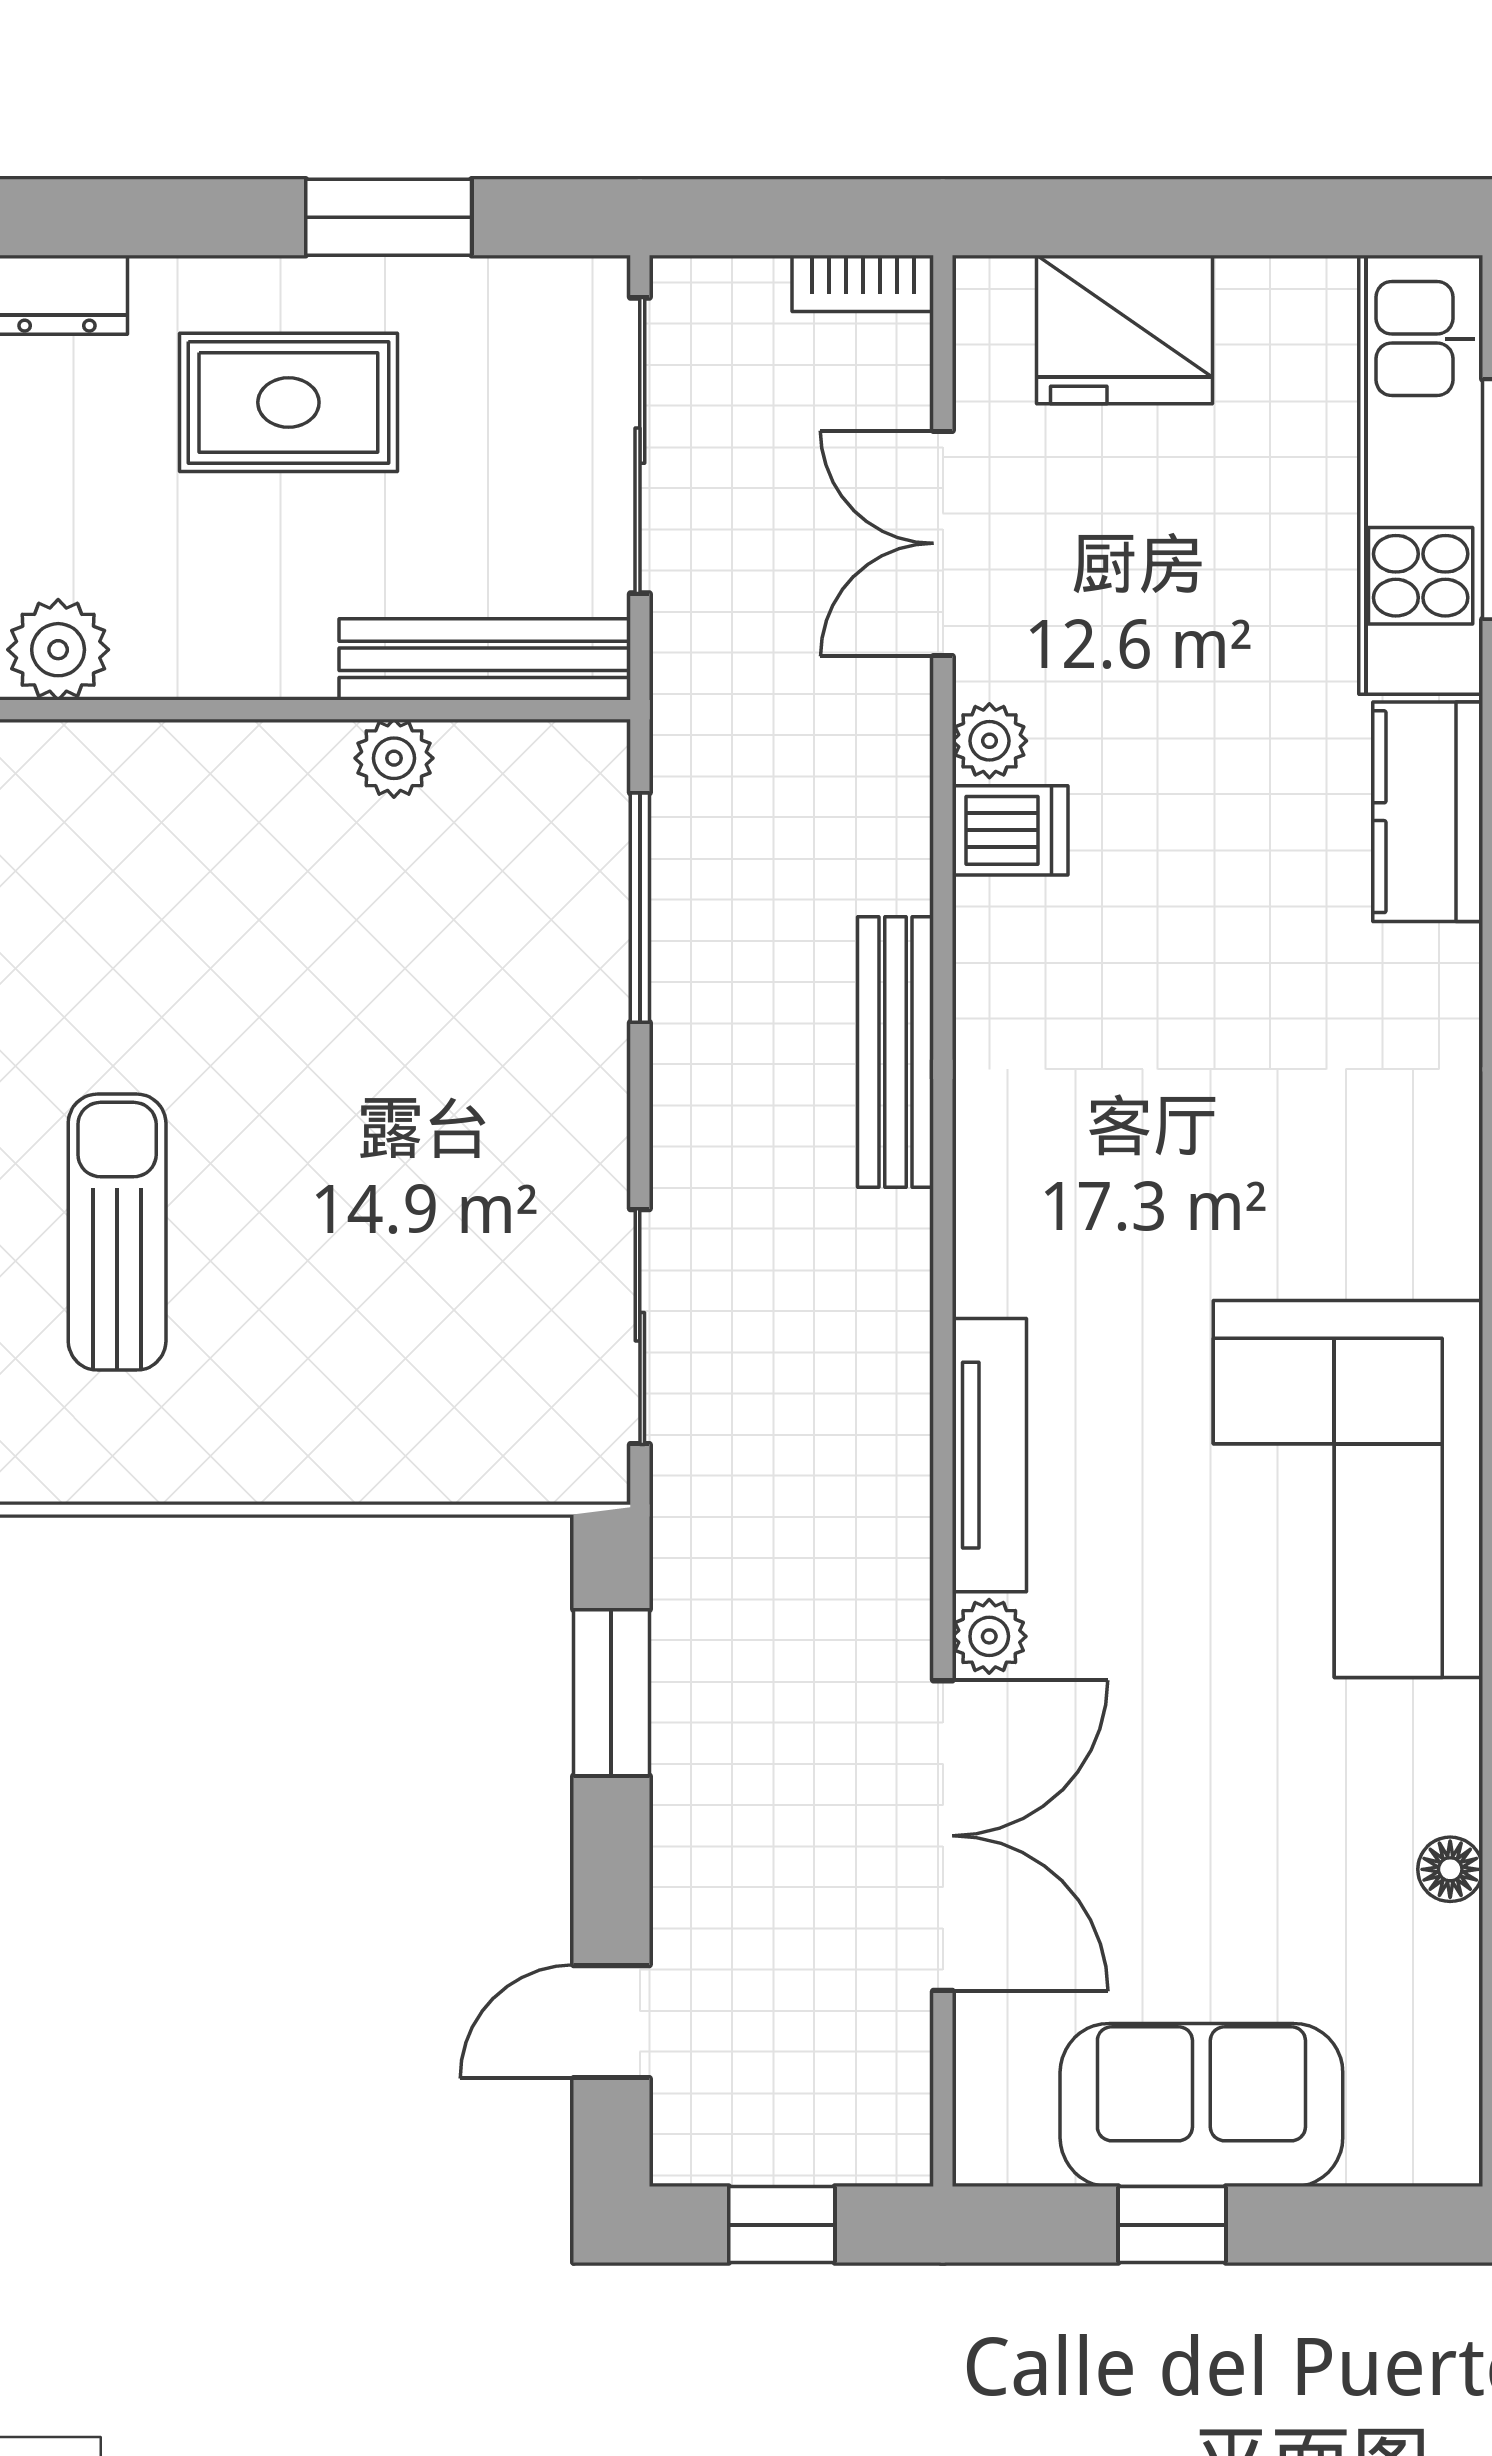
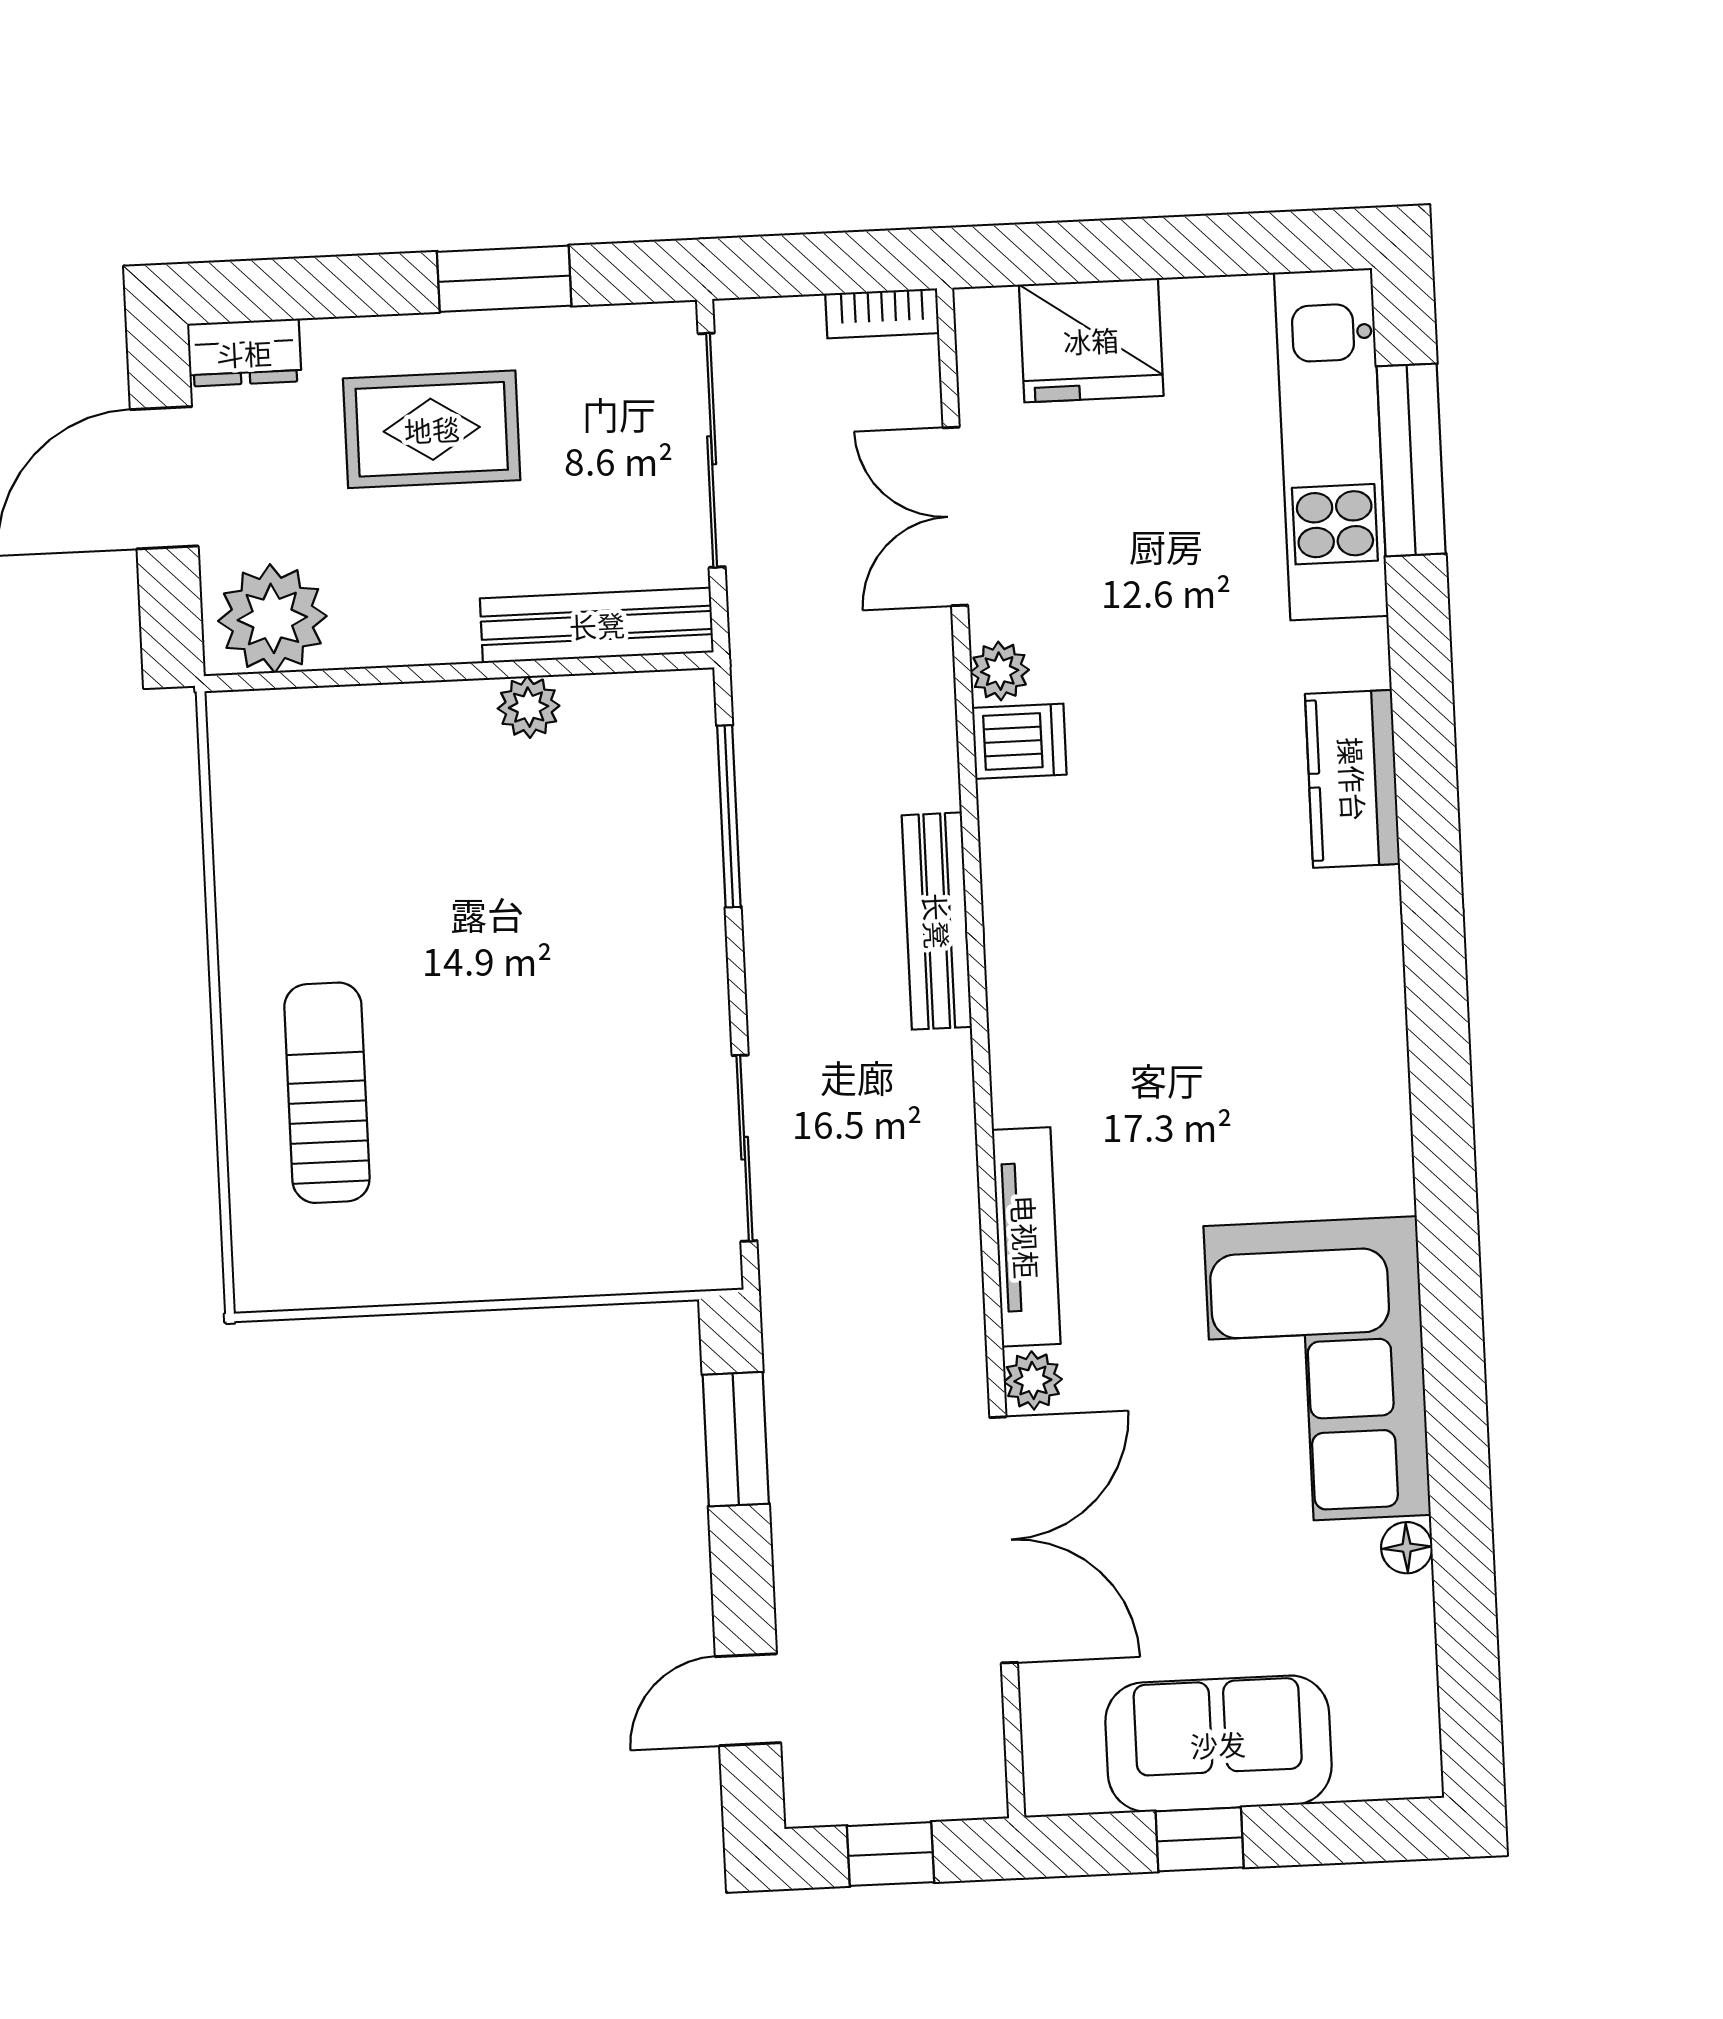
plant: (58, 650) -> (272, 618), width x1.36, depth x1.36
kitchen counter: (1428, 812) -> (1353, 779), moved
corner sofa: (1348, 1489) -> (1317, 1370), moved

